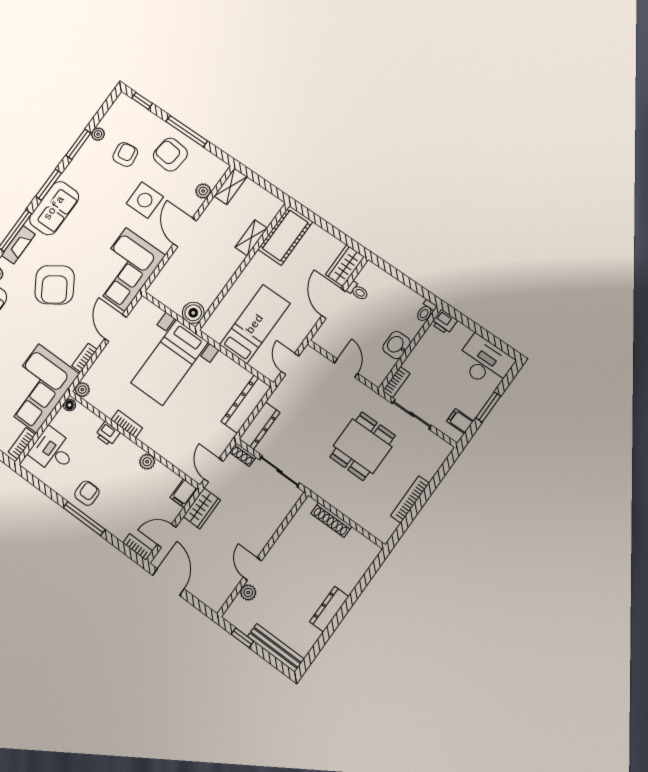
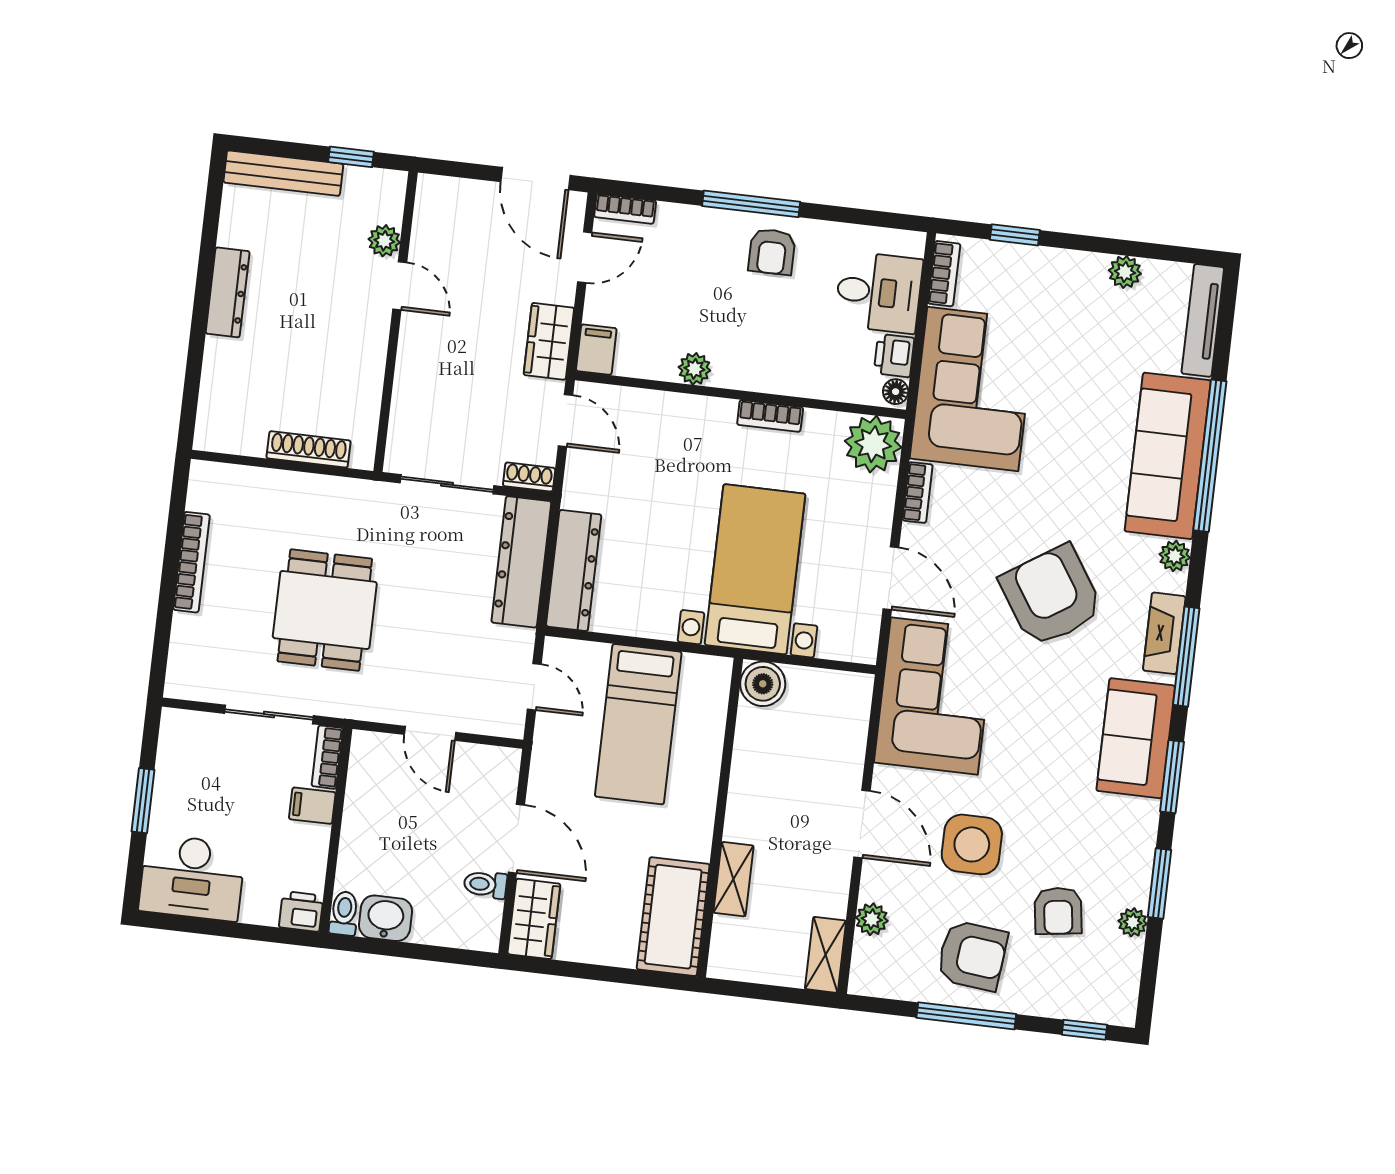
washbasin: (397, 345) -> (386, 918), moved, turned -90
plant: (82, 390) -> (873, 444), width x1.87, depth x1.87
filing cabinet: (460, 421) -> (312, 806), moved, turned 180
dresser: (259, 426) -> (521, 562), width x1.37, depth x1.24
printer: (108, 434) -> (894, 356), moved, turned -90

